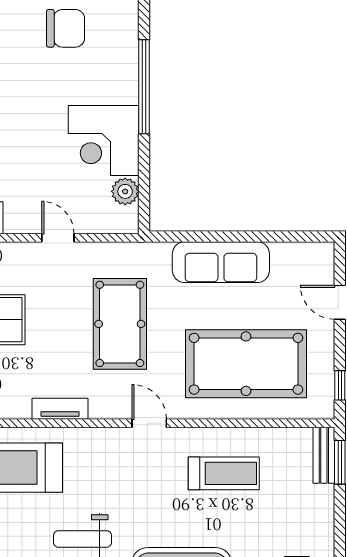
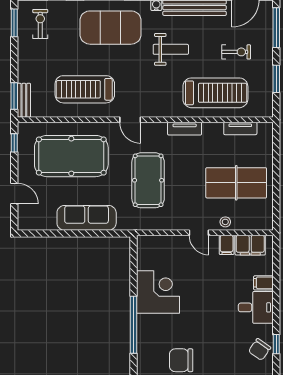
plant: (125, 191) -> (145, 261), removed
door: (58, 238) -> (199, 233), moved
treadmill: (224, 473) -> (85, 89), width x1.37, depth x1.38

